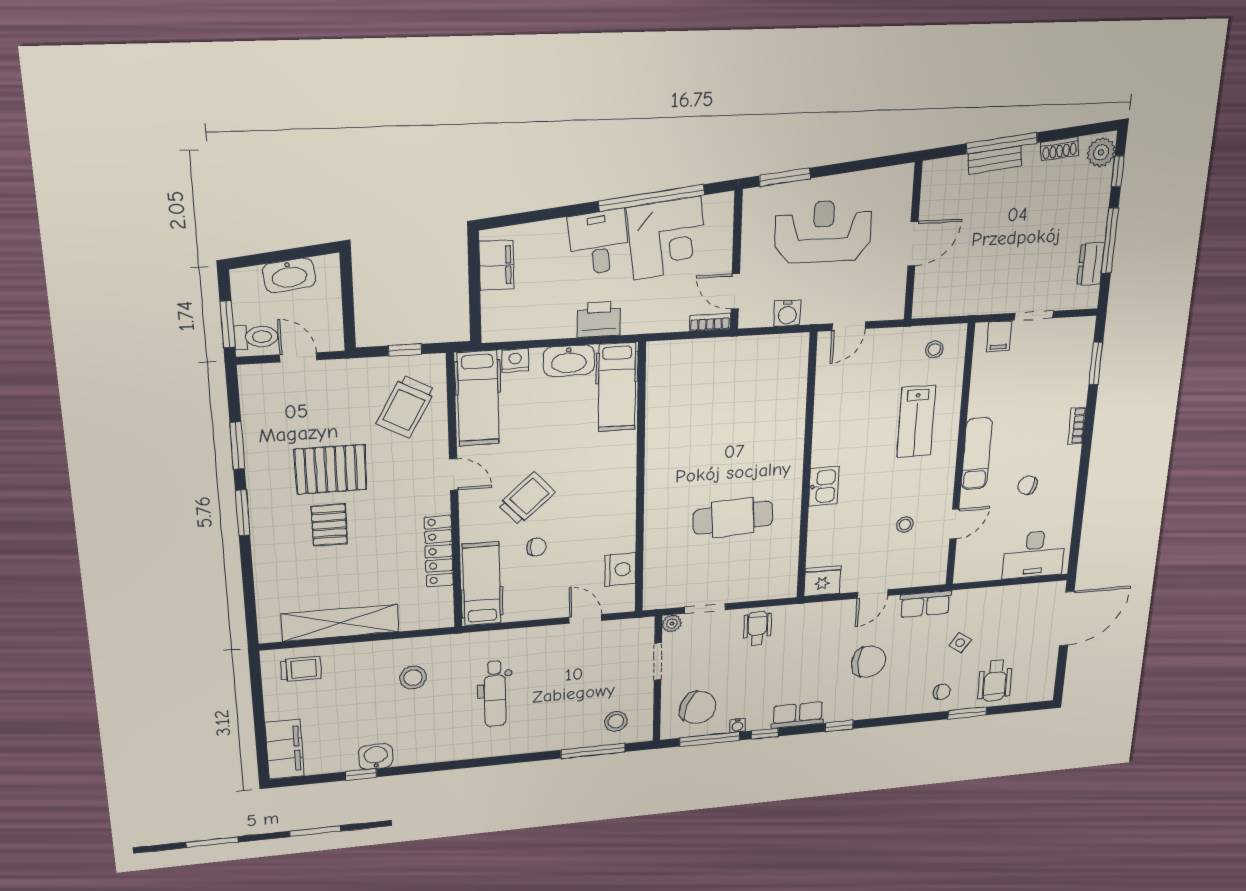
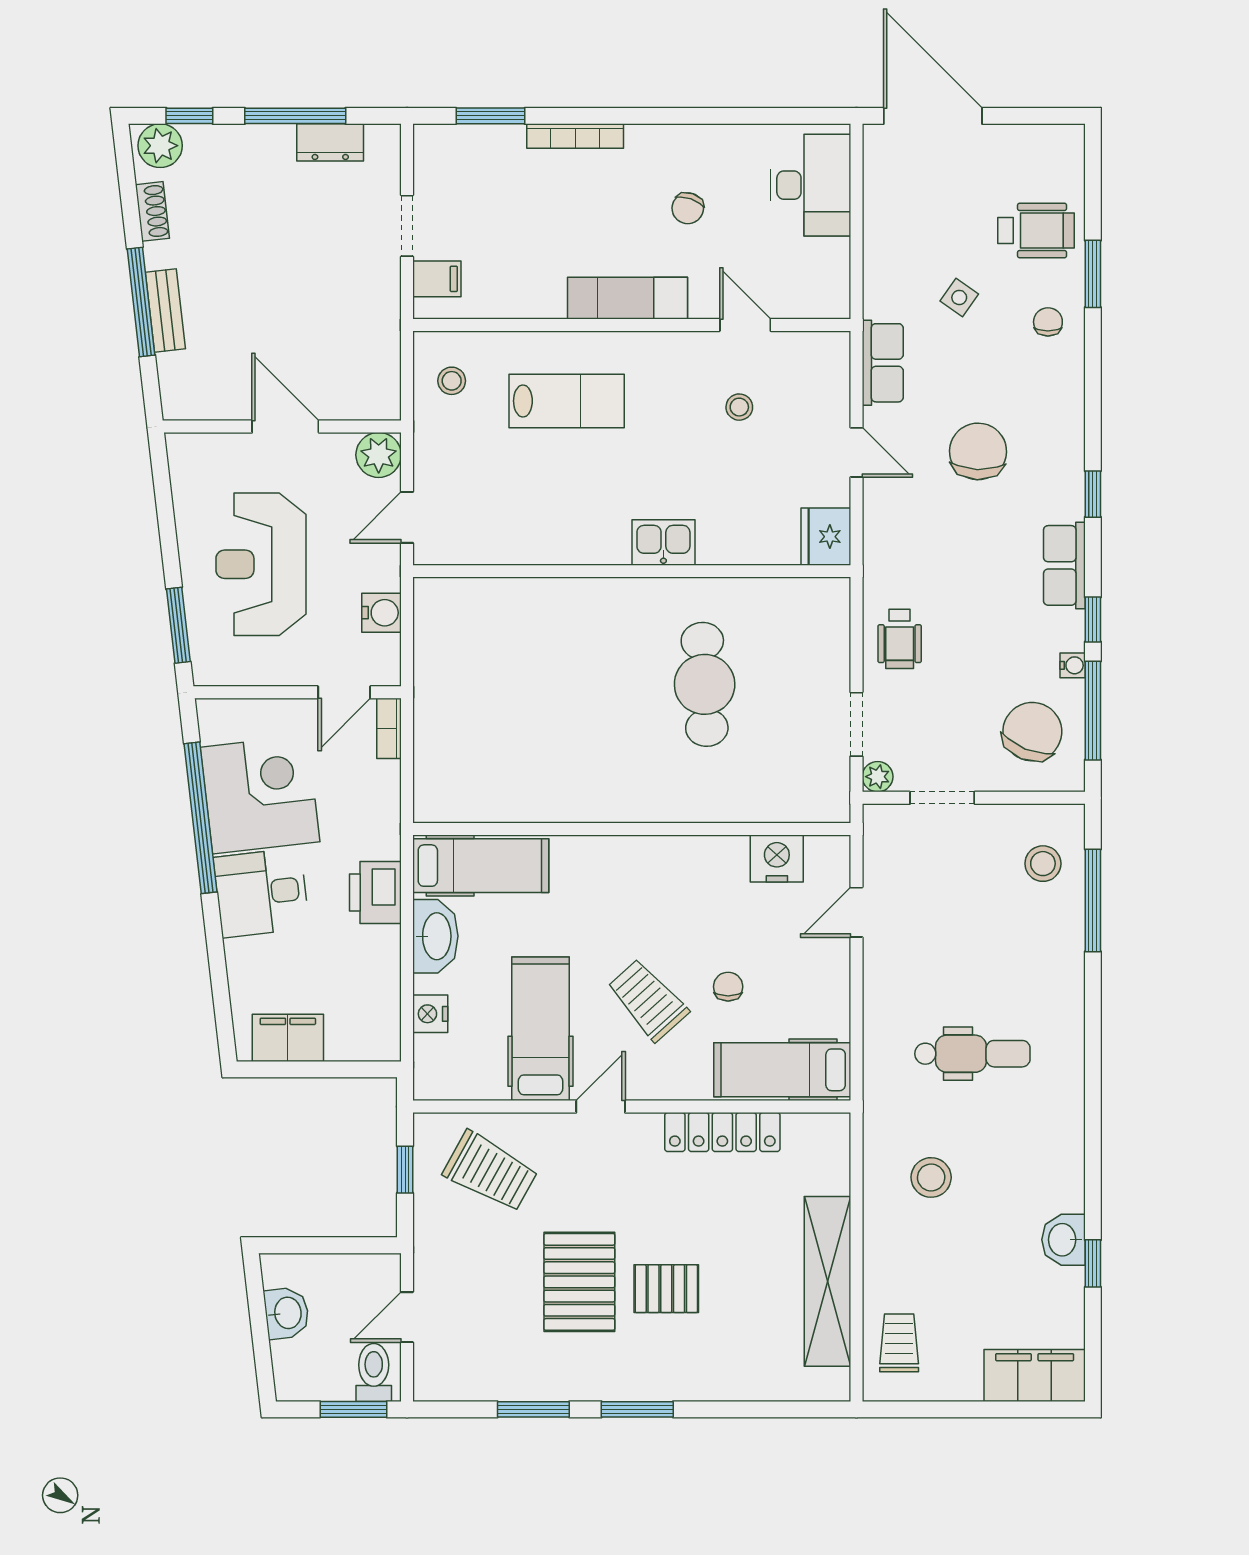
washbasin: (289, 275) -> (287, 1313), width x0.72
plant: (890, 306) -> (379, 455), added
door: (849, 326) -> (407, 517), swing flipped
hospital bed: (478, 398) -> (540, 1029), moved, turned -90
bookcase: (1077, 426) -> (575, 136), width x1.56
wheelchair: (757, 628) -> (900, 639), turned -90

